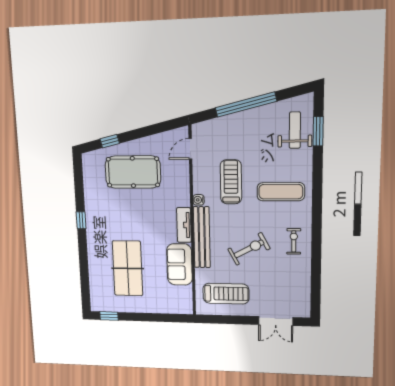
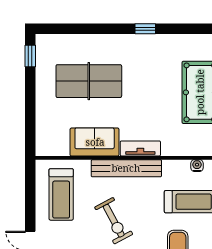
water cooler: (199, 200) -> (197, 166), moved

